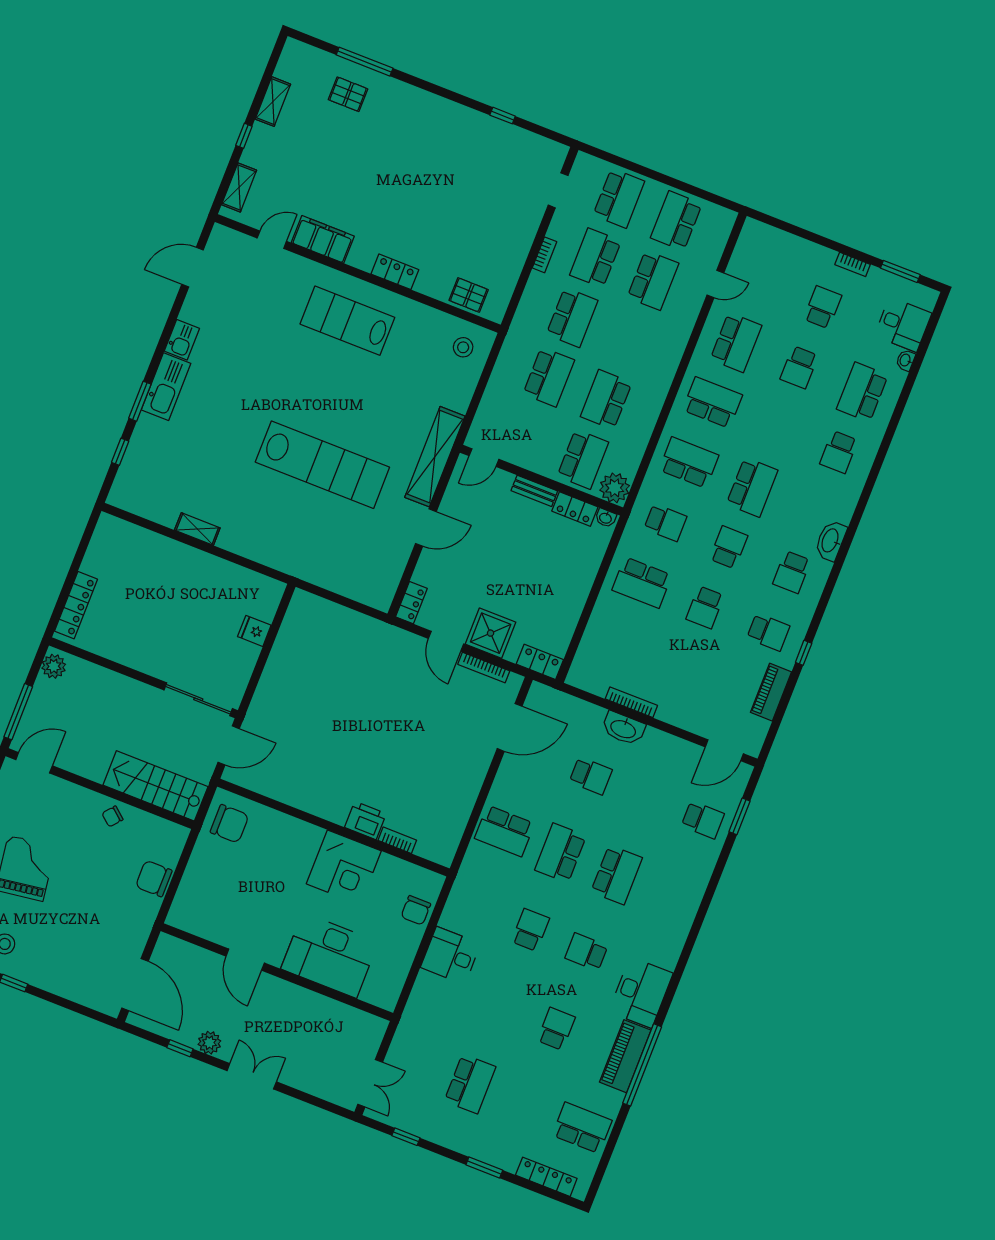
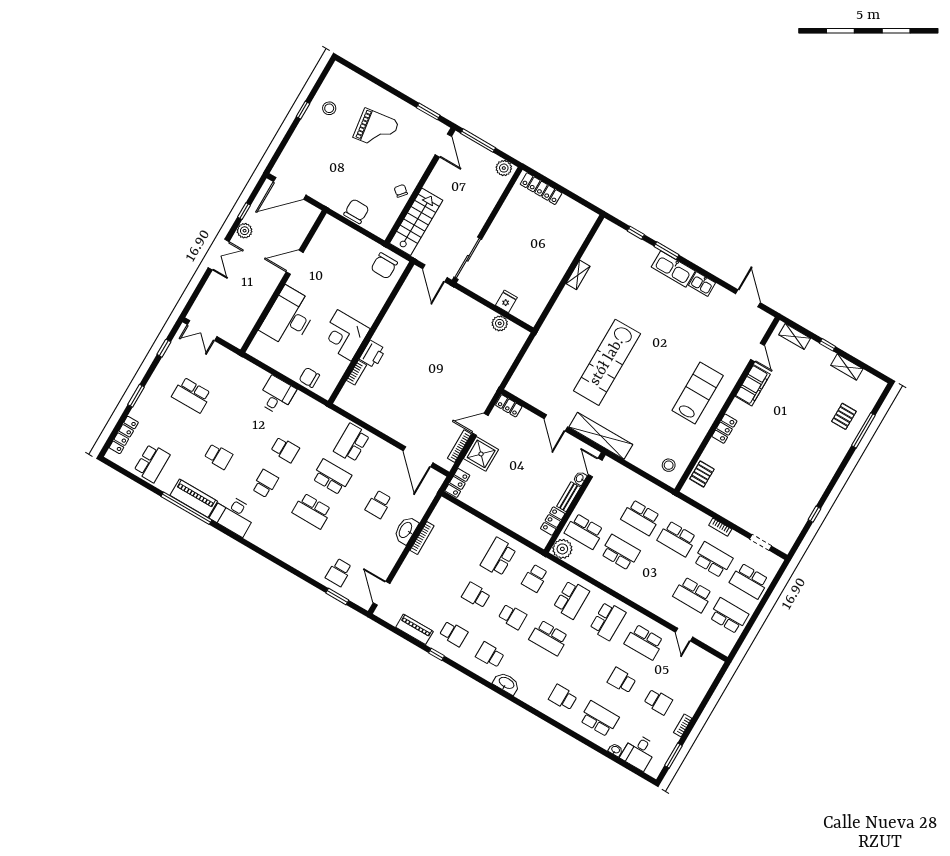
washbasin: (606, 518) -> (580, 478), moved
school desk: (768, 632) -> (454, 634), turned -90
plant: (289, 636) -> (500, 323), added

